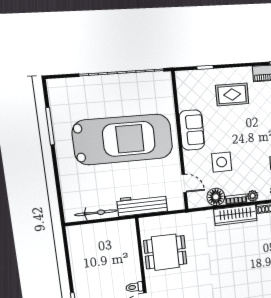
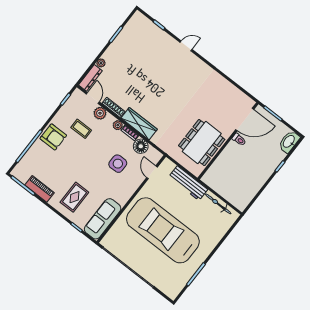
rug: (232, 94) -> (74, 197), turned 90
sofa: (192, 130) -> (103, 219), moved, width x1.36
dining table: (165, 252) -> (202, 142), width x1.38

